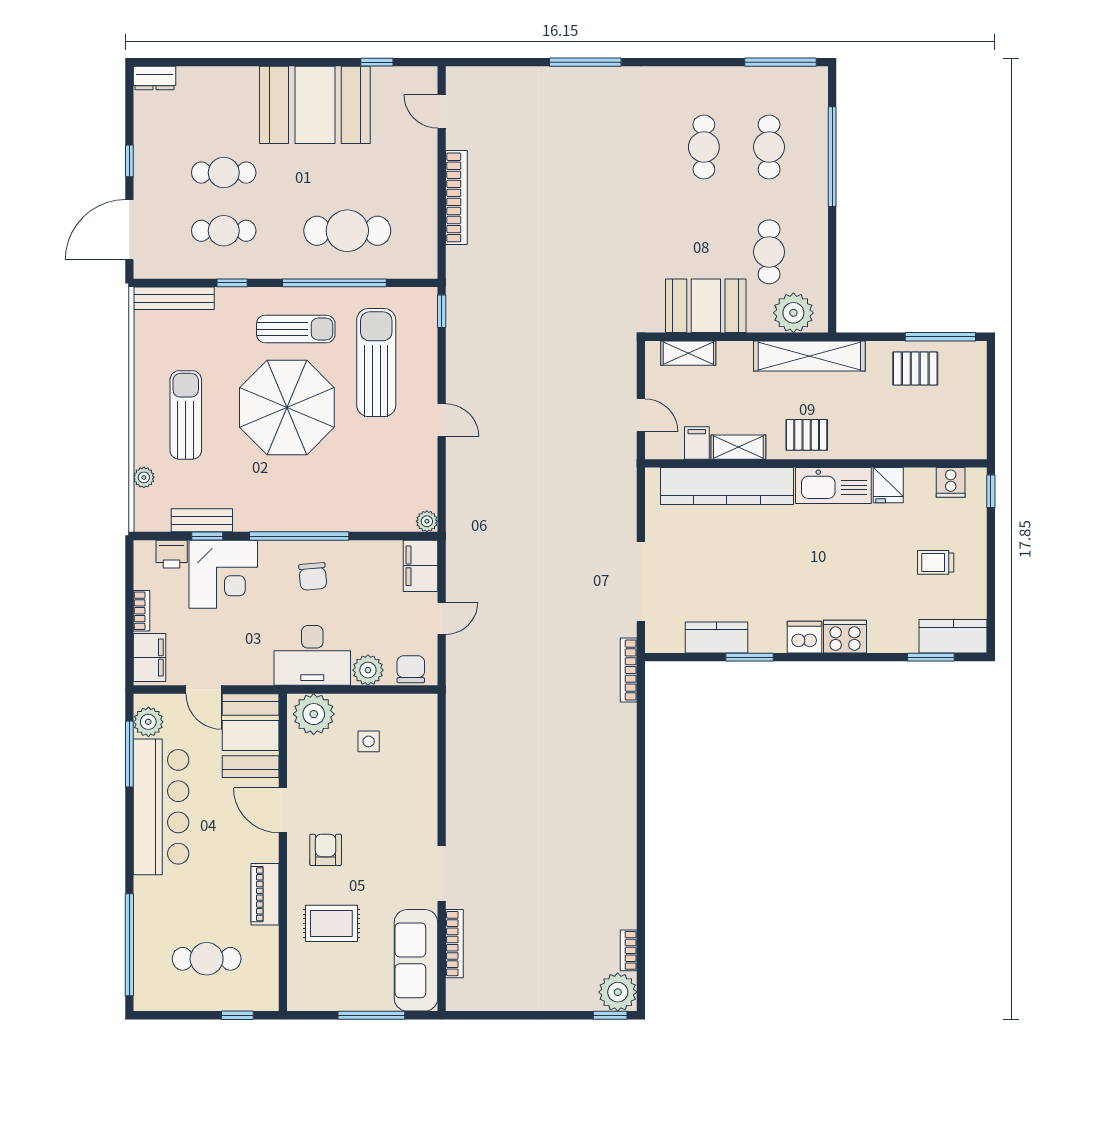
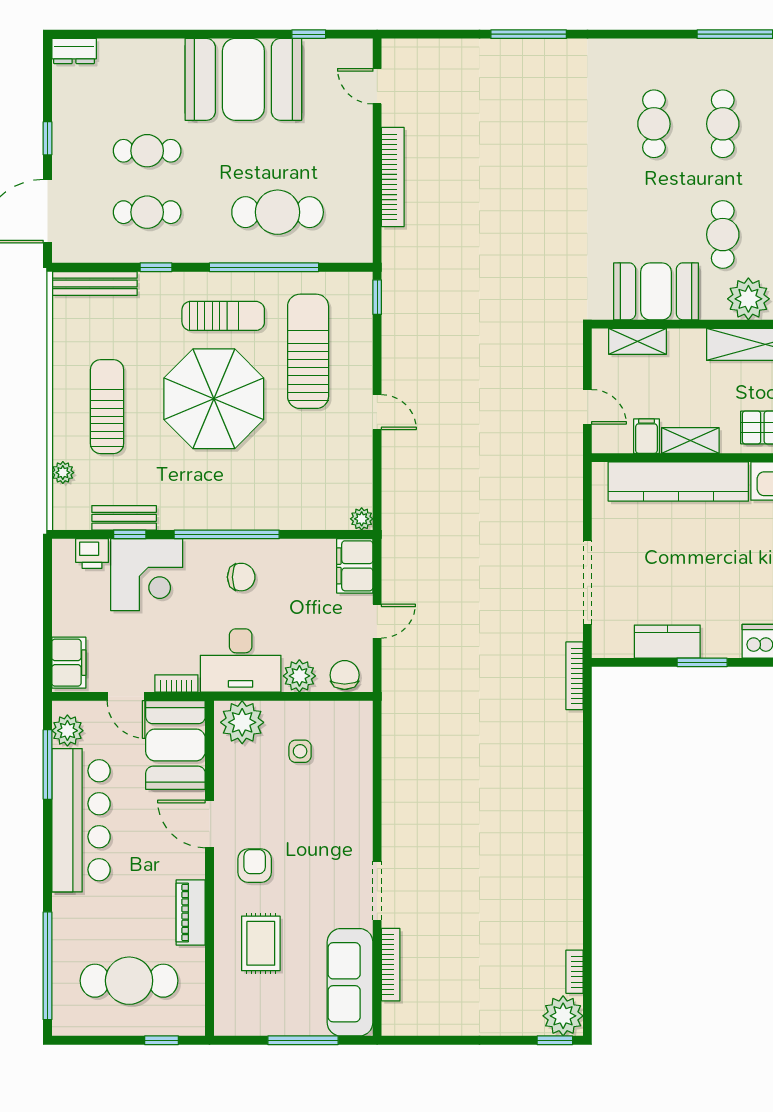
chair: (313, 576) -> (241, 577), turned -85
bookcase: (142, 611) -> (176, 683), moved, turned -90
rug: (331, 923) -> (261, 943), turned 90
cafe table: (207, 959) -> (129, 981), width x1.37, depth x1.35

